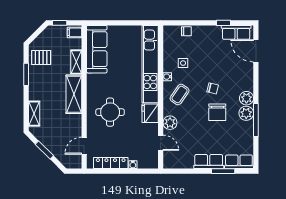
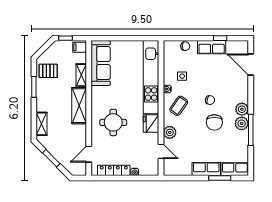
row of seats: (236, 32) -> (212, 47), moved

